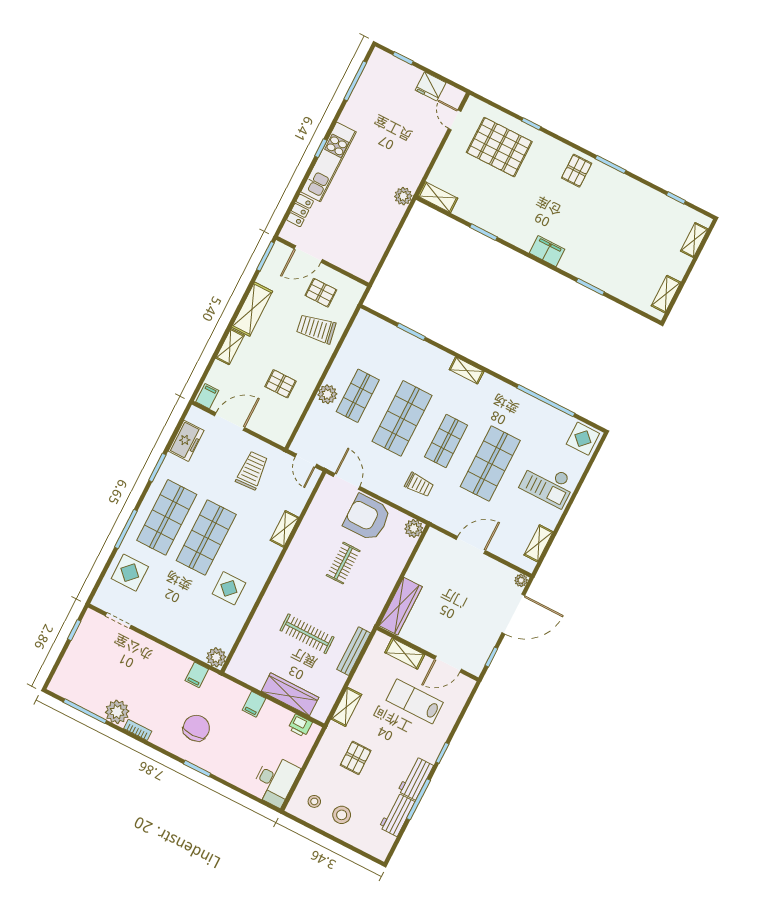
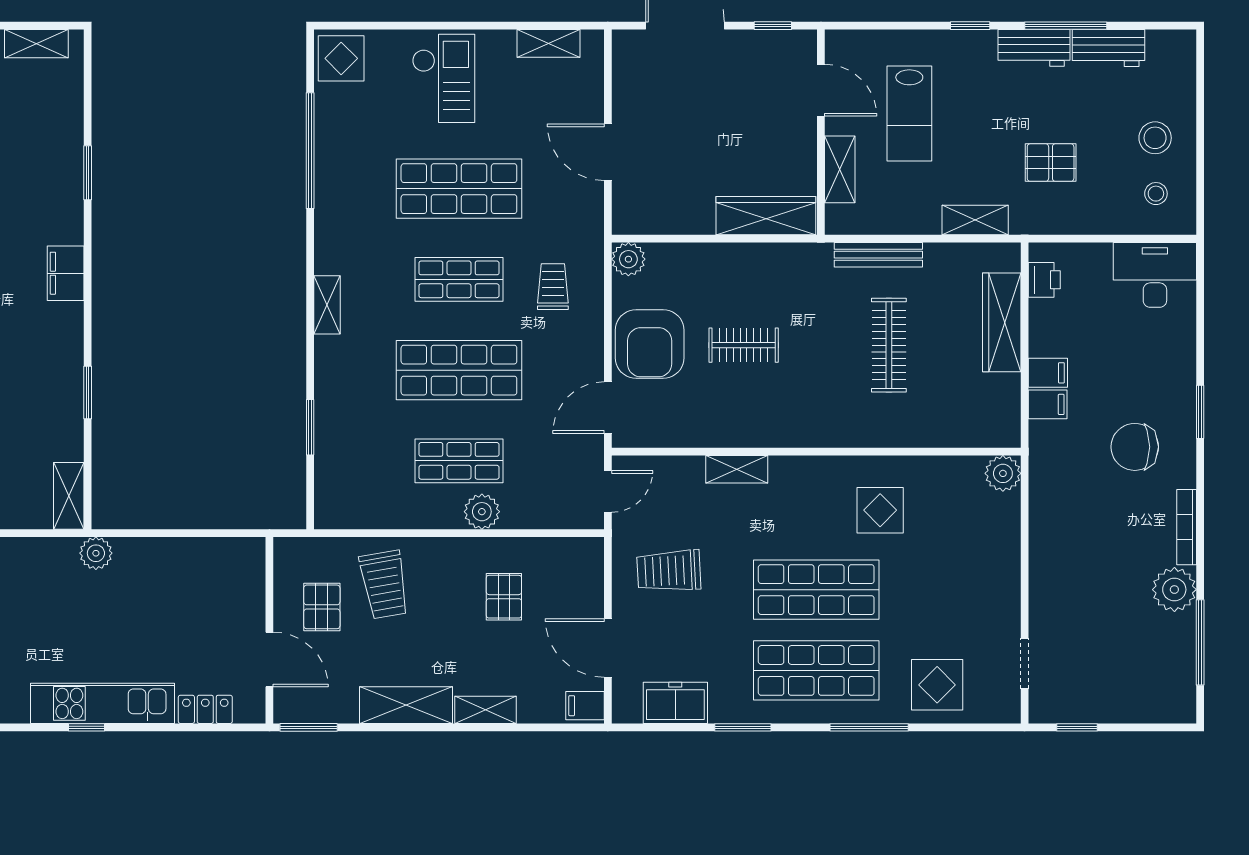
plant: (521, 580) -> (623, 41), removed
filing cabinet: (197, 675) -> (1048, 404), moved
bookcase: (138, 730) -> (1187, 527), width x1.56

